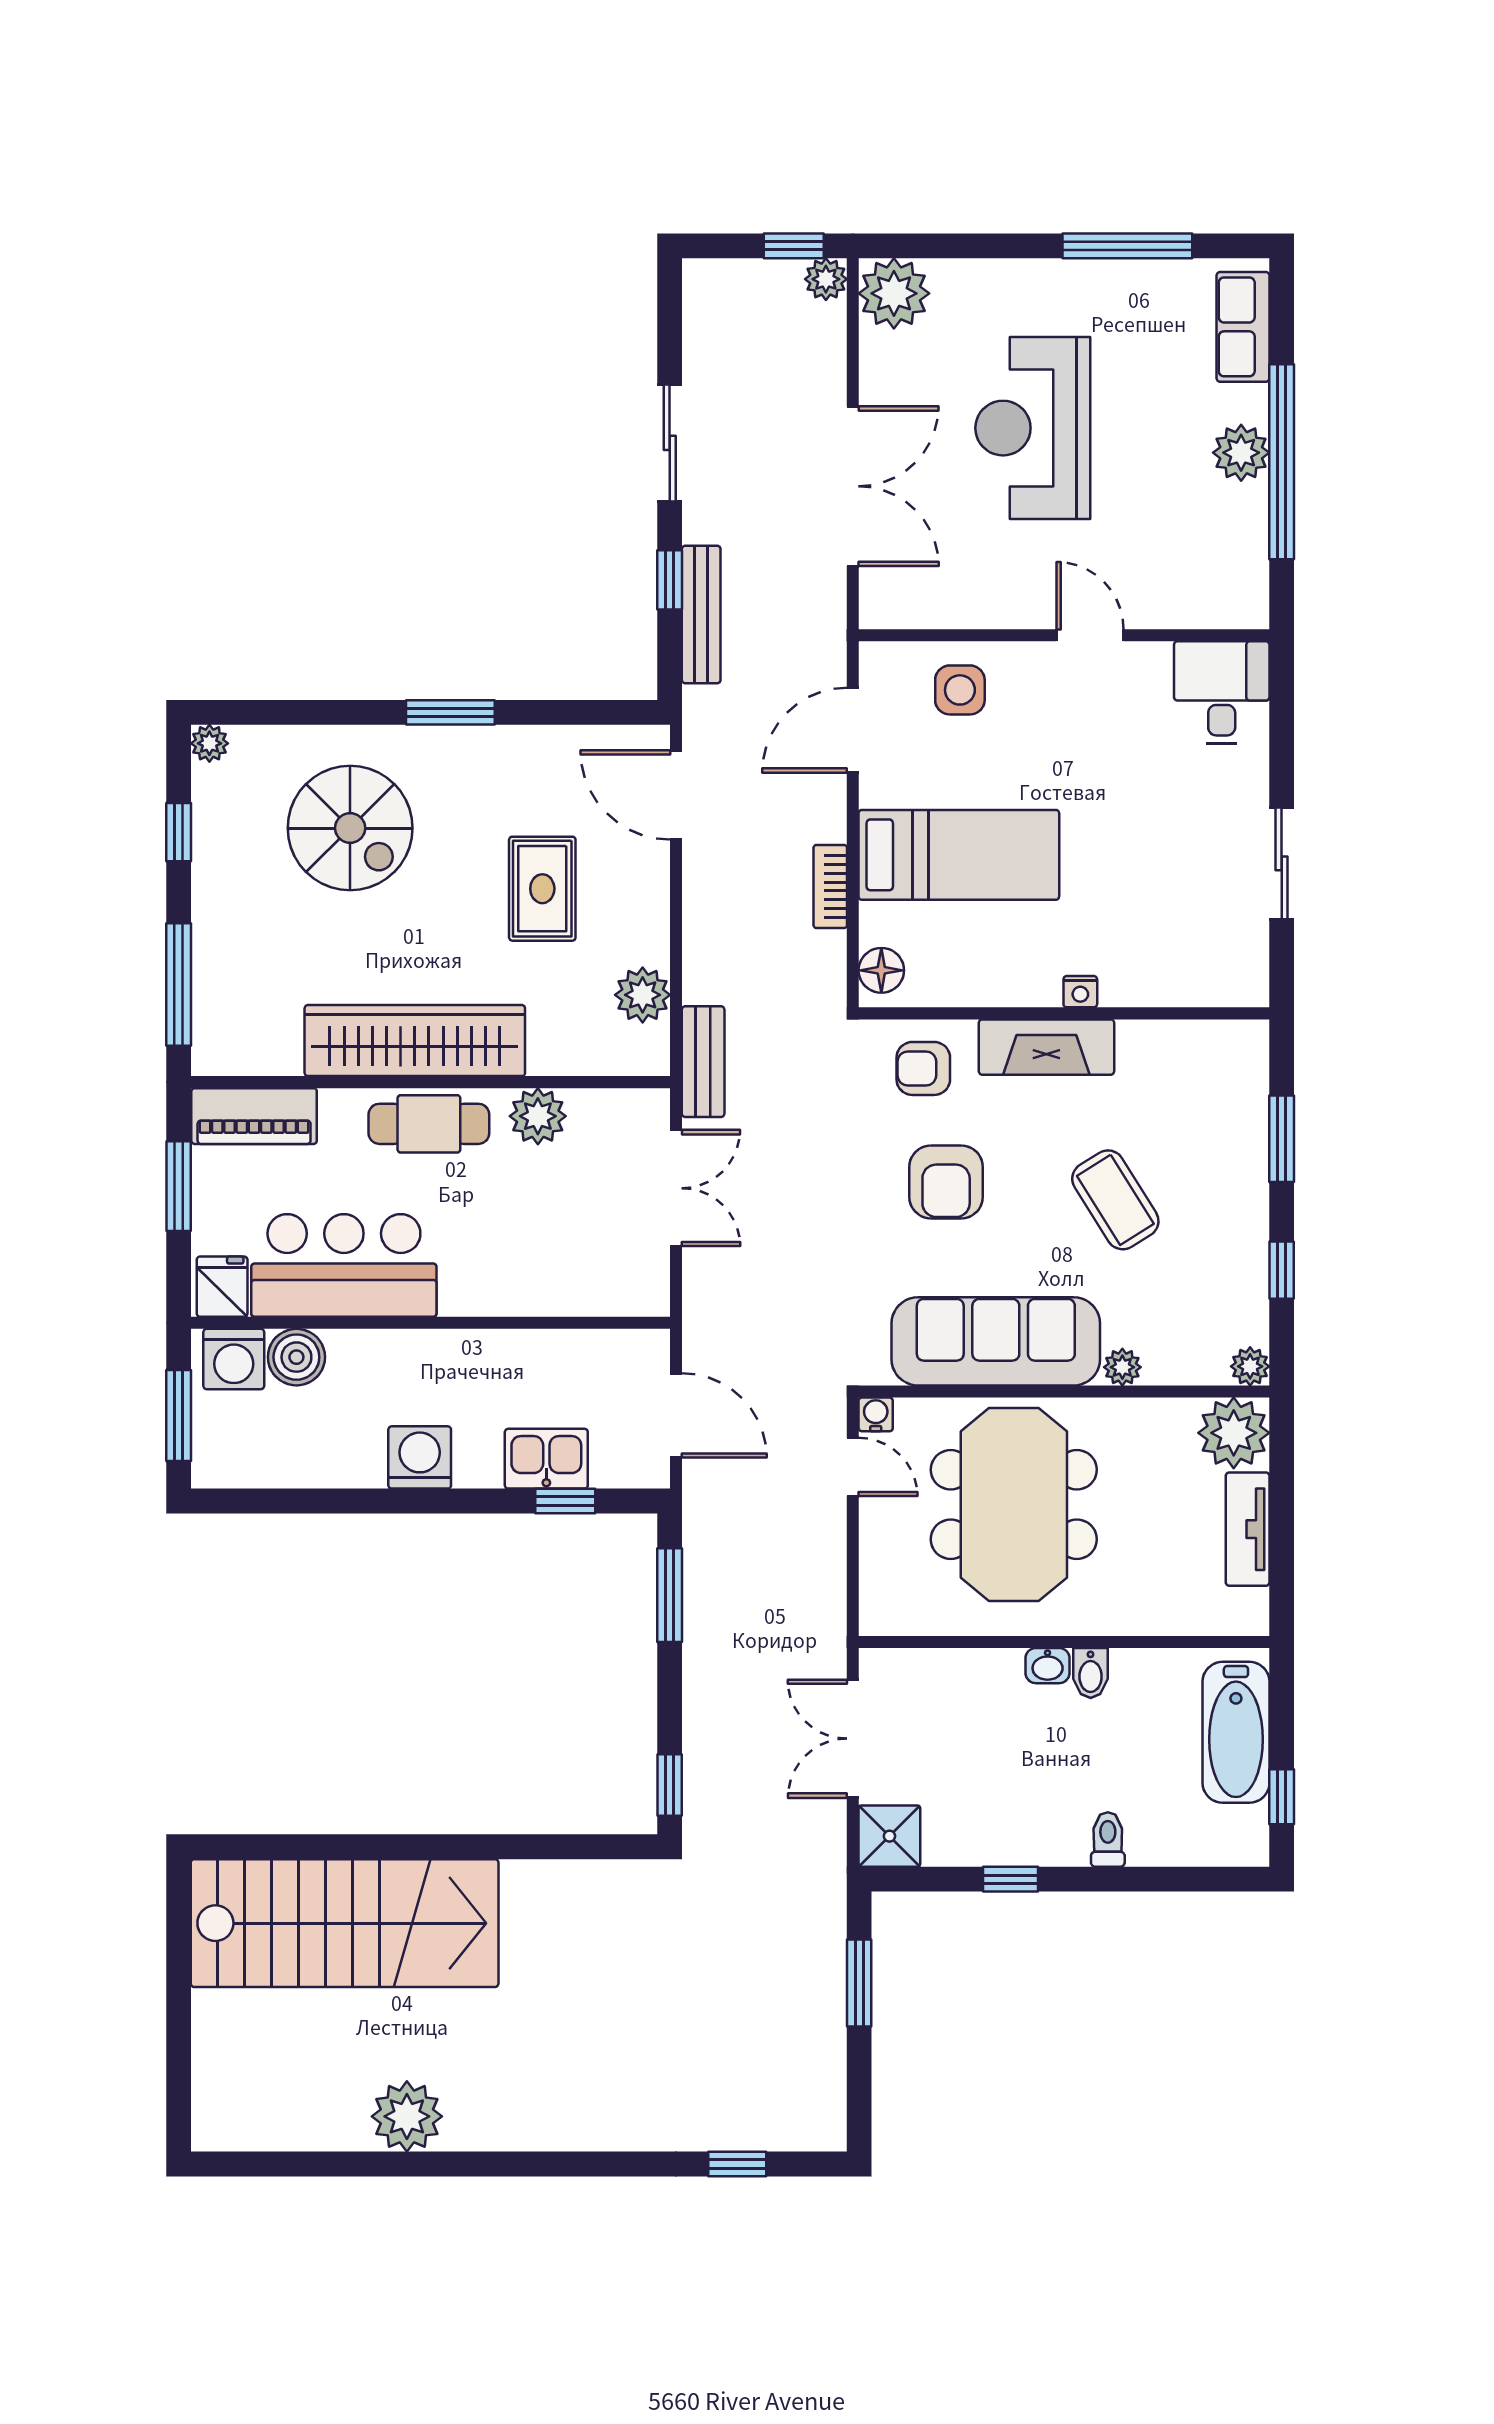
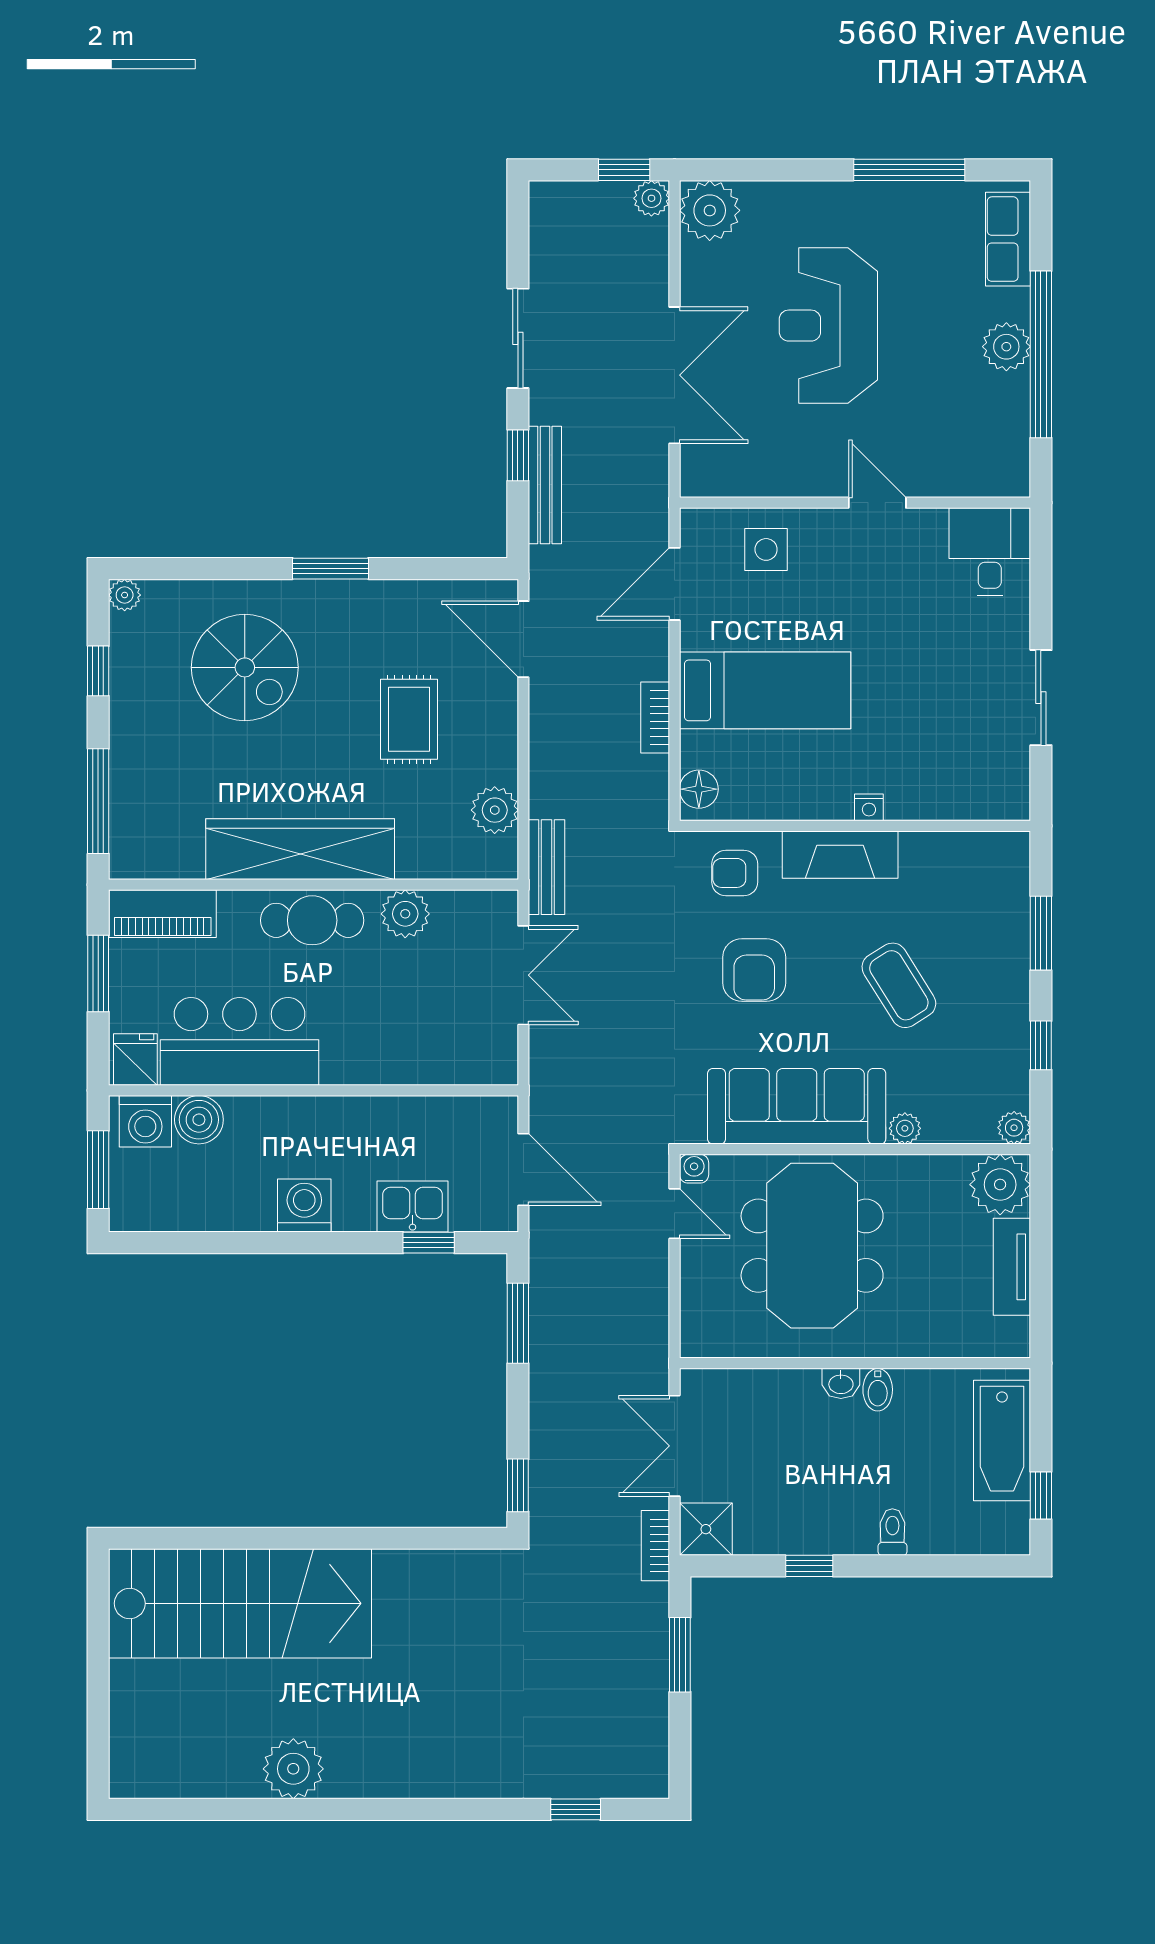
bookcase: (830, 1855) -> (655, 1546), added

